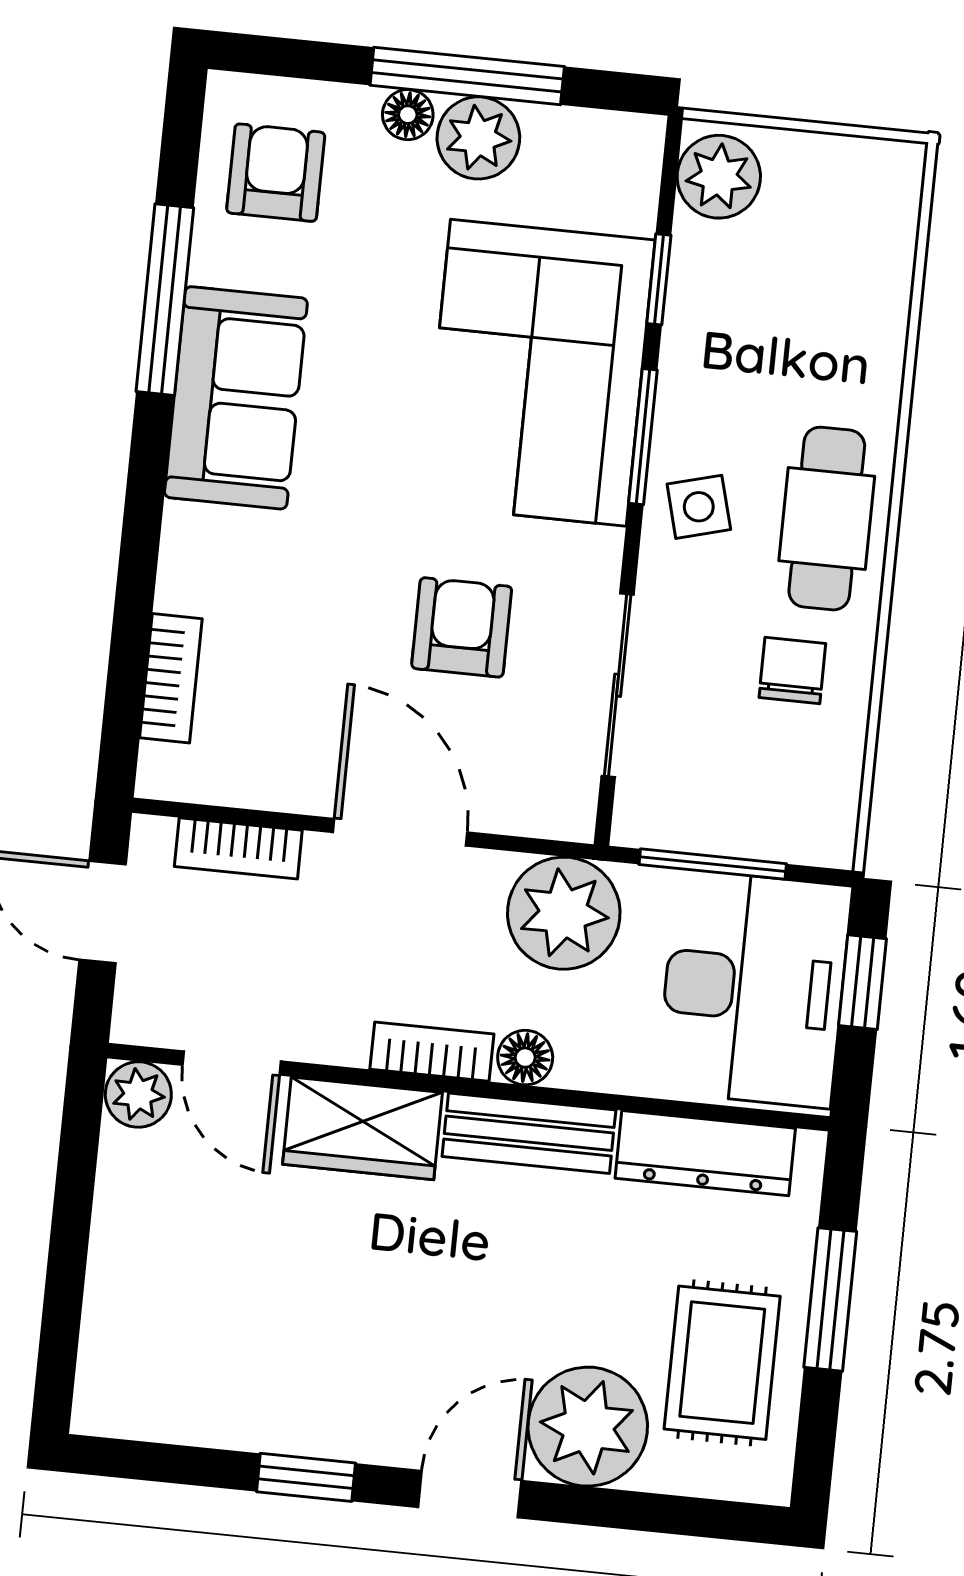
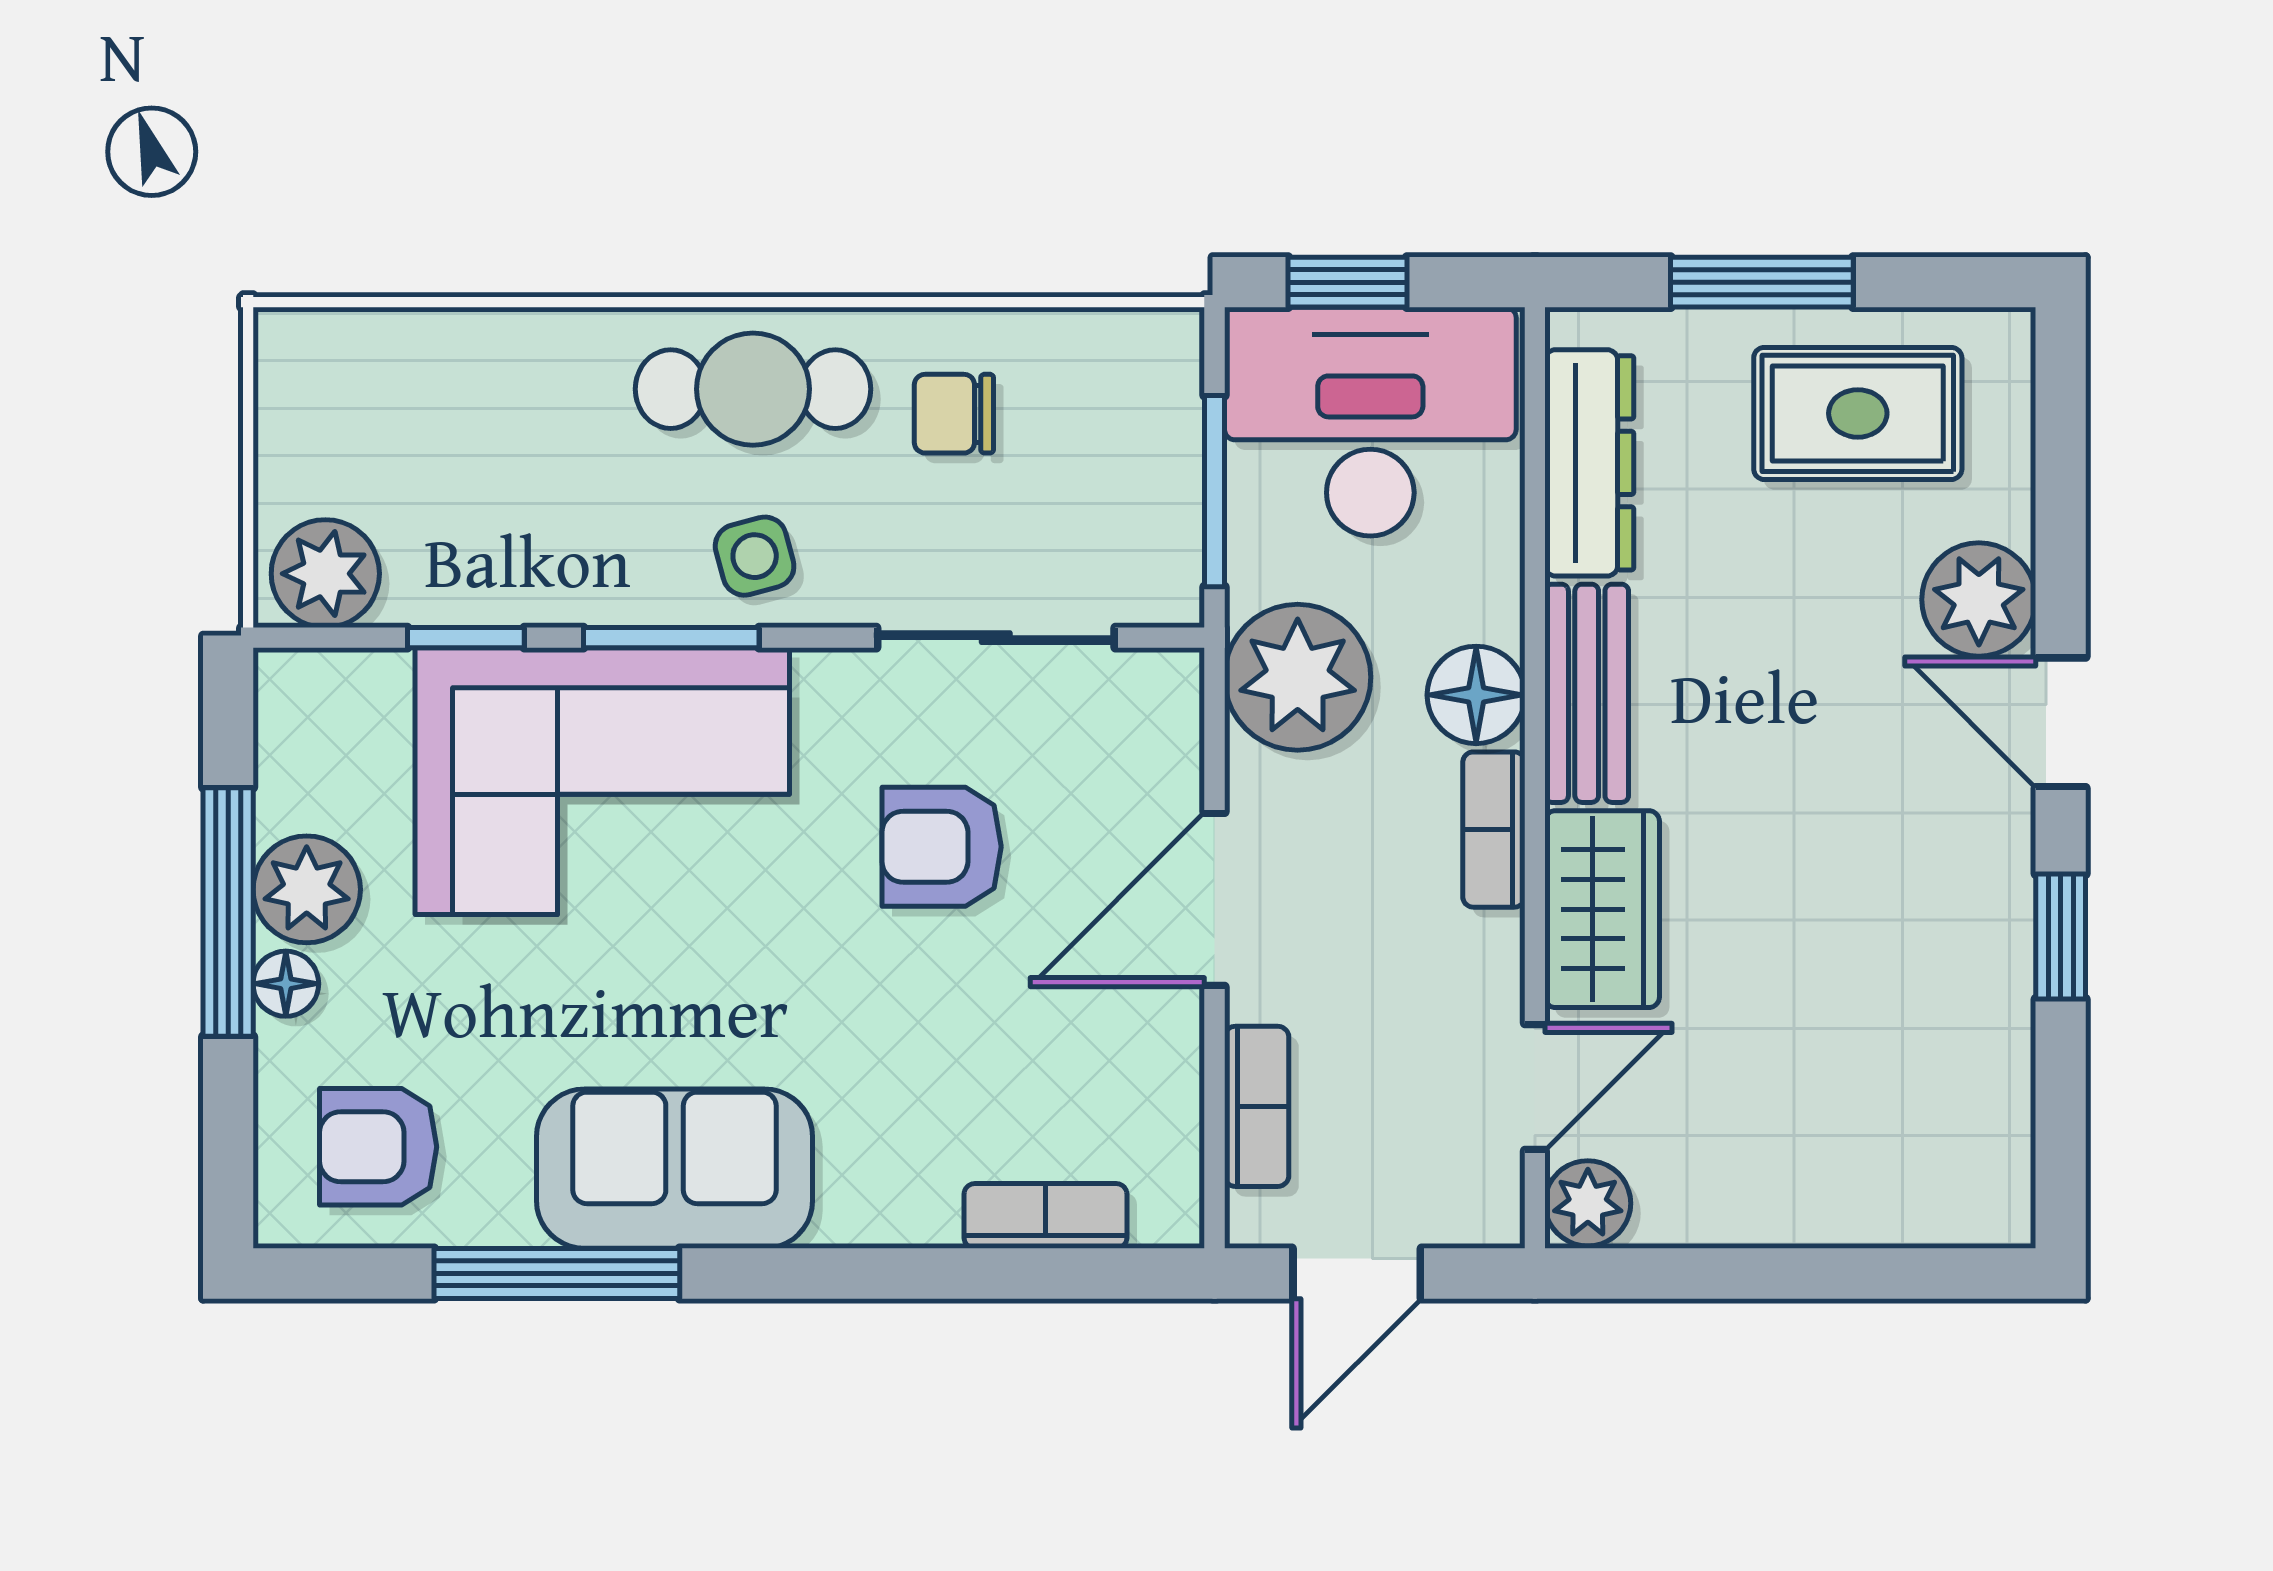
floor lamp: (525, 1058) -> (1476, 695), width x1.37, depth x1.37
plant: (588, 1427) -> (1979, 600), width x0.73, depth x0.73

